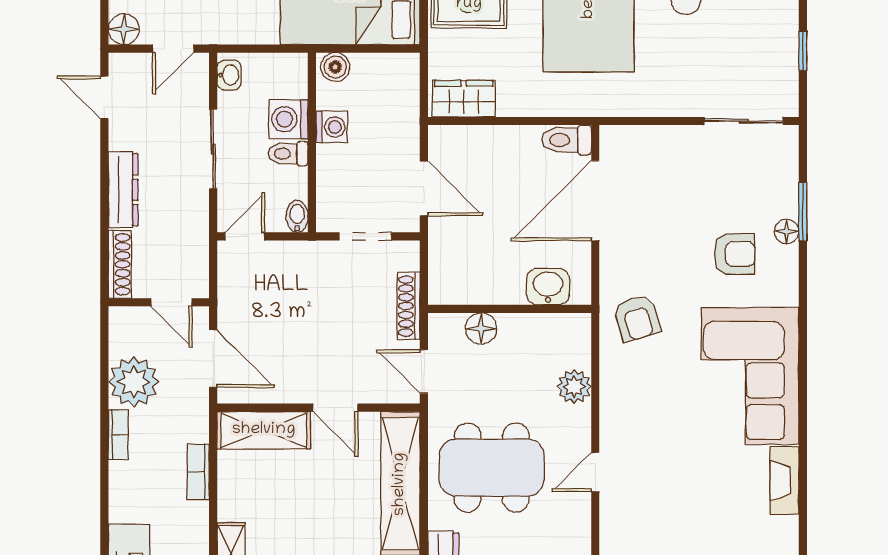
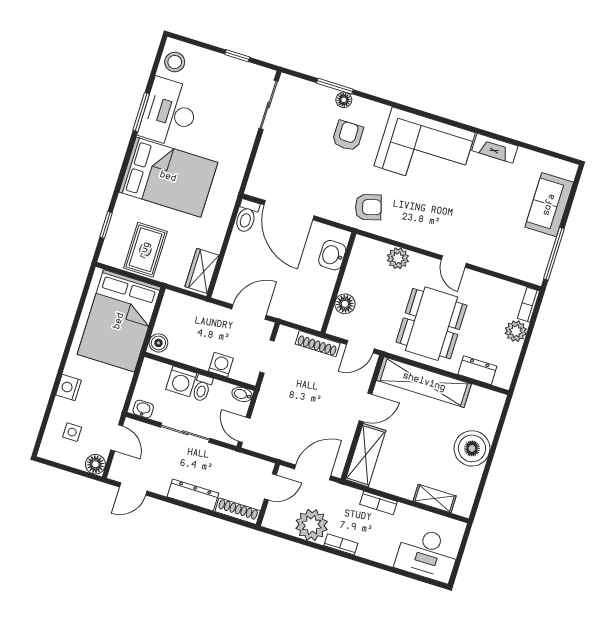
washing machine: (332, 127) -> (221, 365), moved

